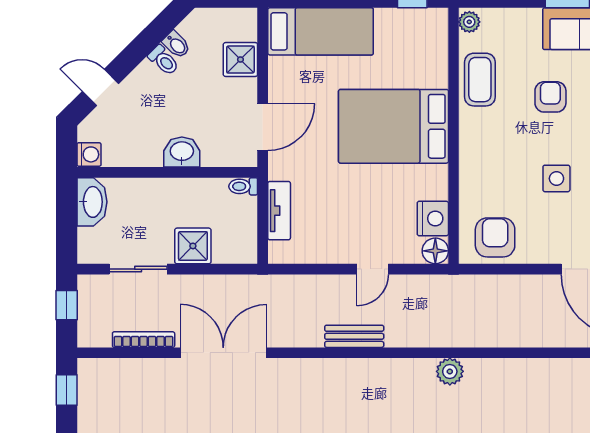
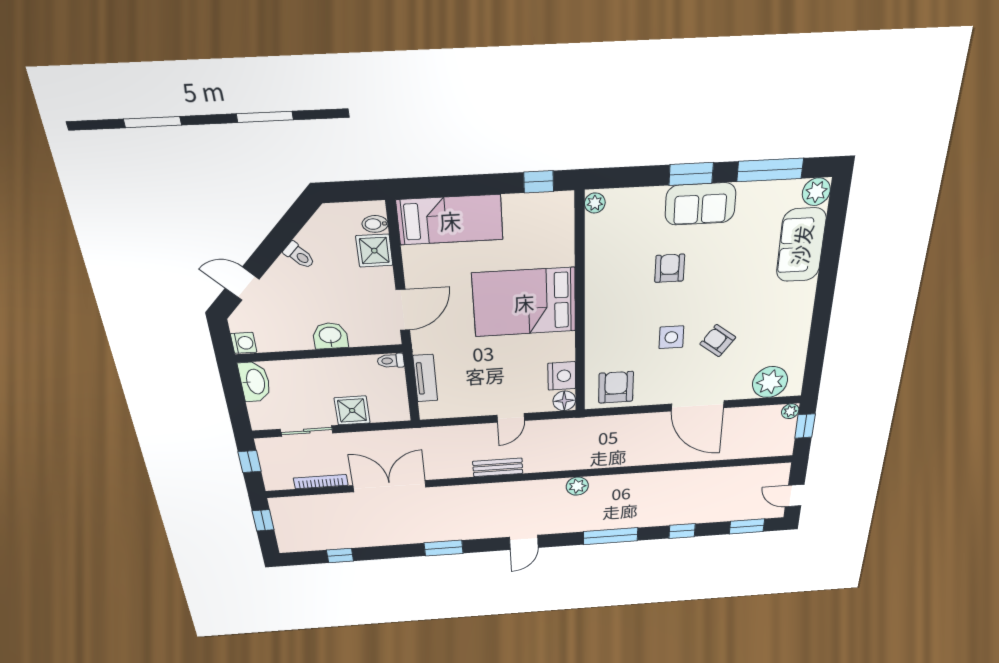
bidet: (176, 45) -> (375, 224), moved, turned 135
coffee table: (480, 80) -> (604, 256), removed

